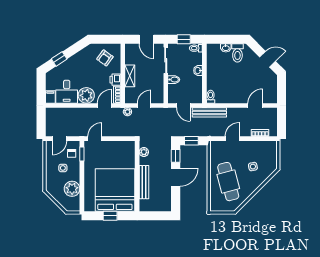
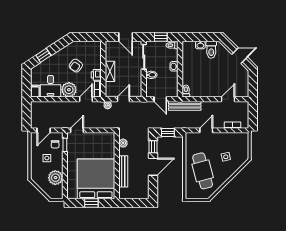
armchair: (105, 58) -> (76, 66), moved

